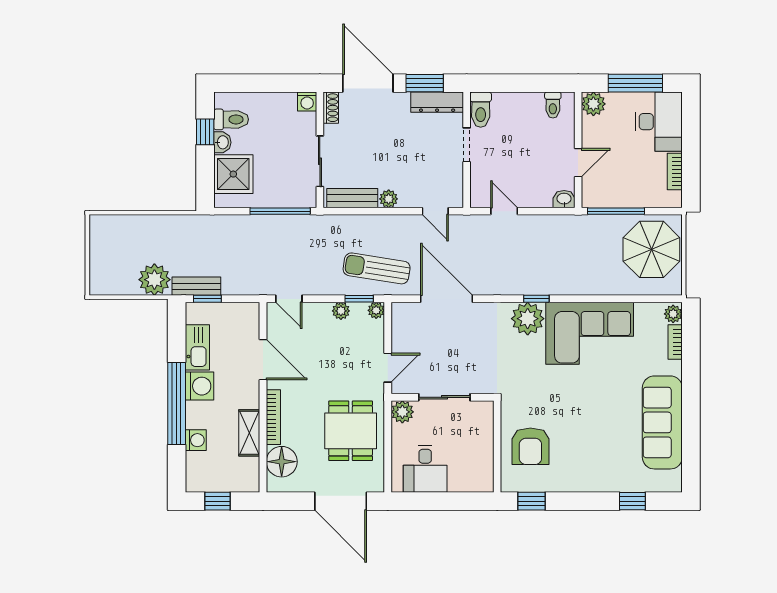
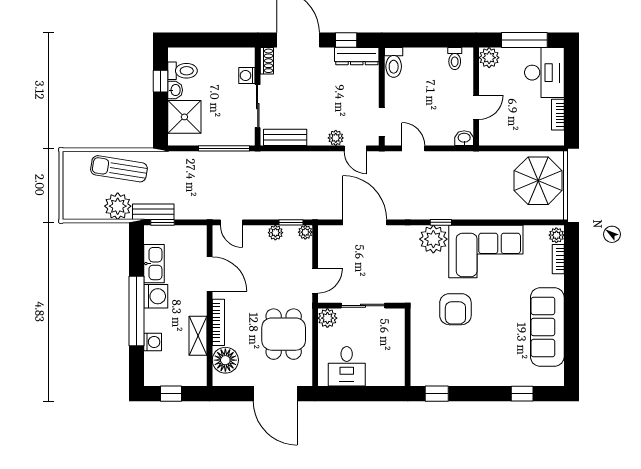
window: (425, 83) -> (346, 40), width x0.67
washing machine: (307, 101) -> (247, 76), moved, turned 90
doorway: (467, 145) -> (382, 122), moved
plant: (389, 199) -> (336, 138), moved
window: (616, 211) -> (508, 148), removed
sun lounger: (377, 268) -> (119, 169), moved
armchair: (530, 446) -> (455, 309), moved

